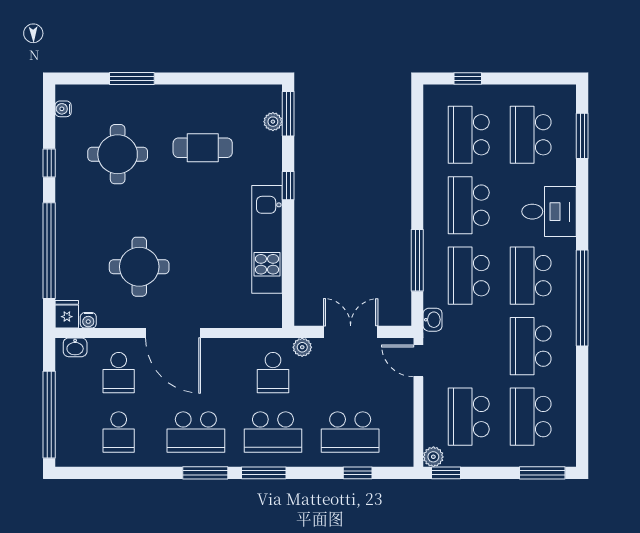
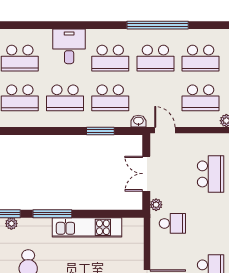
window: (582, 136) -> (21, 25), removed
window: (288, 186) -> (52, 214), width x2.17
window: (417, 260) -> (100, 131), width x0.69
window: (582, 298) -> (158, 25), moved
door: (418, 361) -> (165, 130), swing flipped
school desk: (273, 432) -> (211, 223), removed

